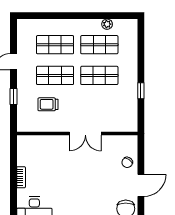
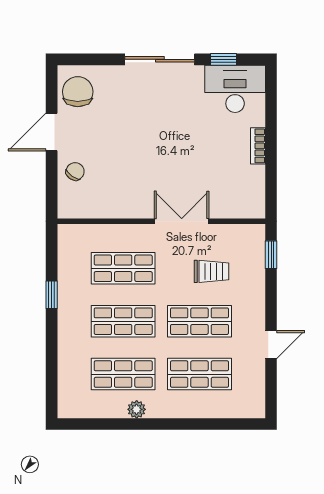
plant: (107, 24) -> (137, 409), moved
window: (13, 97) -> (271, 255), moved
shop shelf: (99, 106) -> (123, 268), added
double door: (85, 133) -> (182, 221), moved

